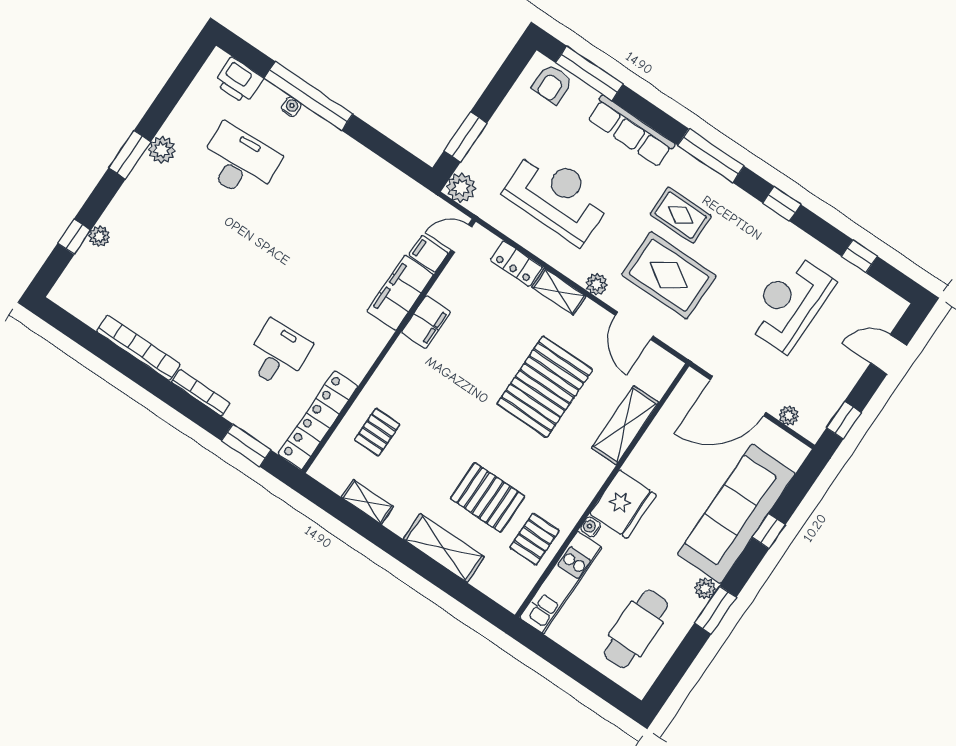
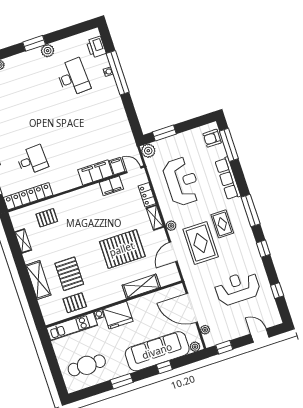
filing cabinet: (426, 322) -> (111, 186), moved
plant: (705, 588) -> (195, 347), moved

